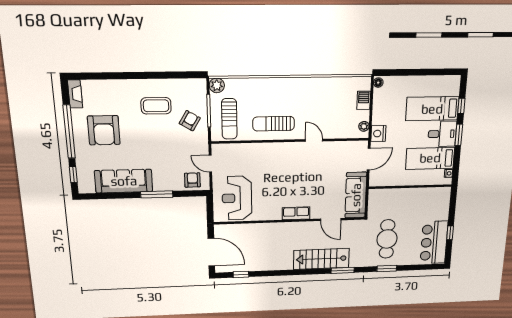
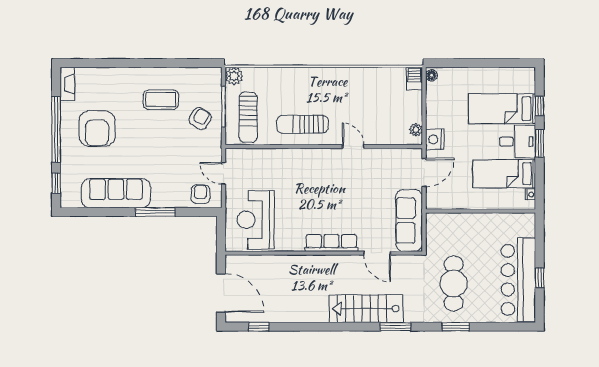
barbecue: (364, 100) -> (414, 79), moved
row of seats: (296, 213) -> (331, 243), width x1.48
bar counter: (434, 242) -> (518, 280), width x1.36

